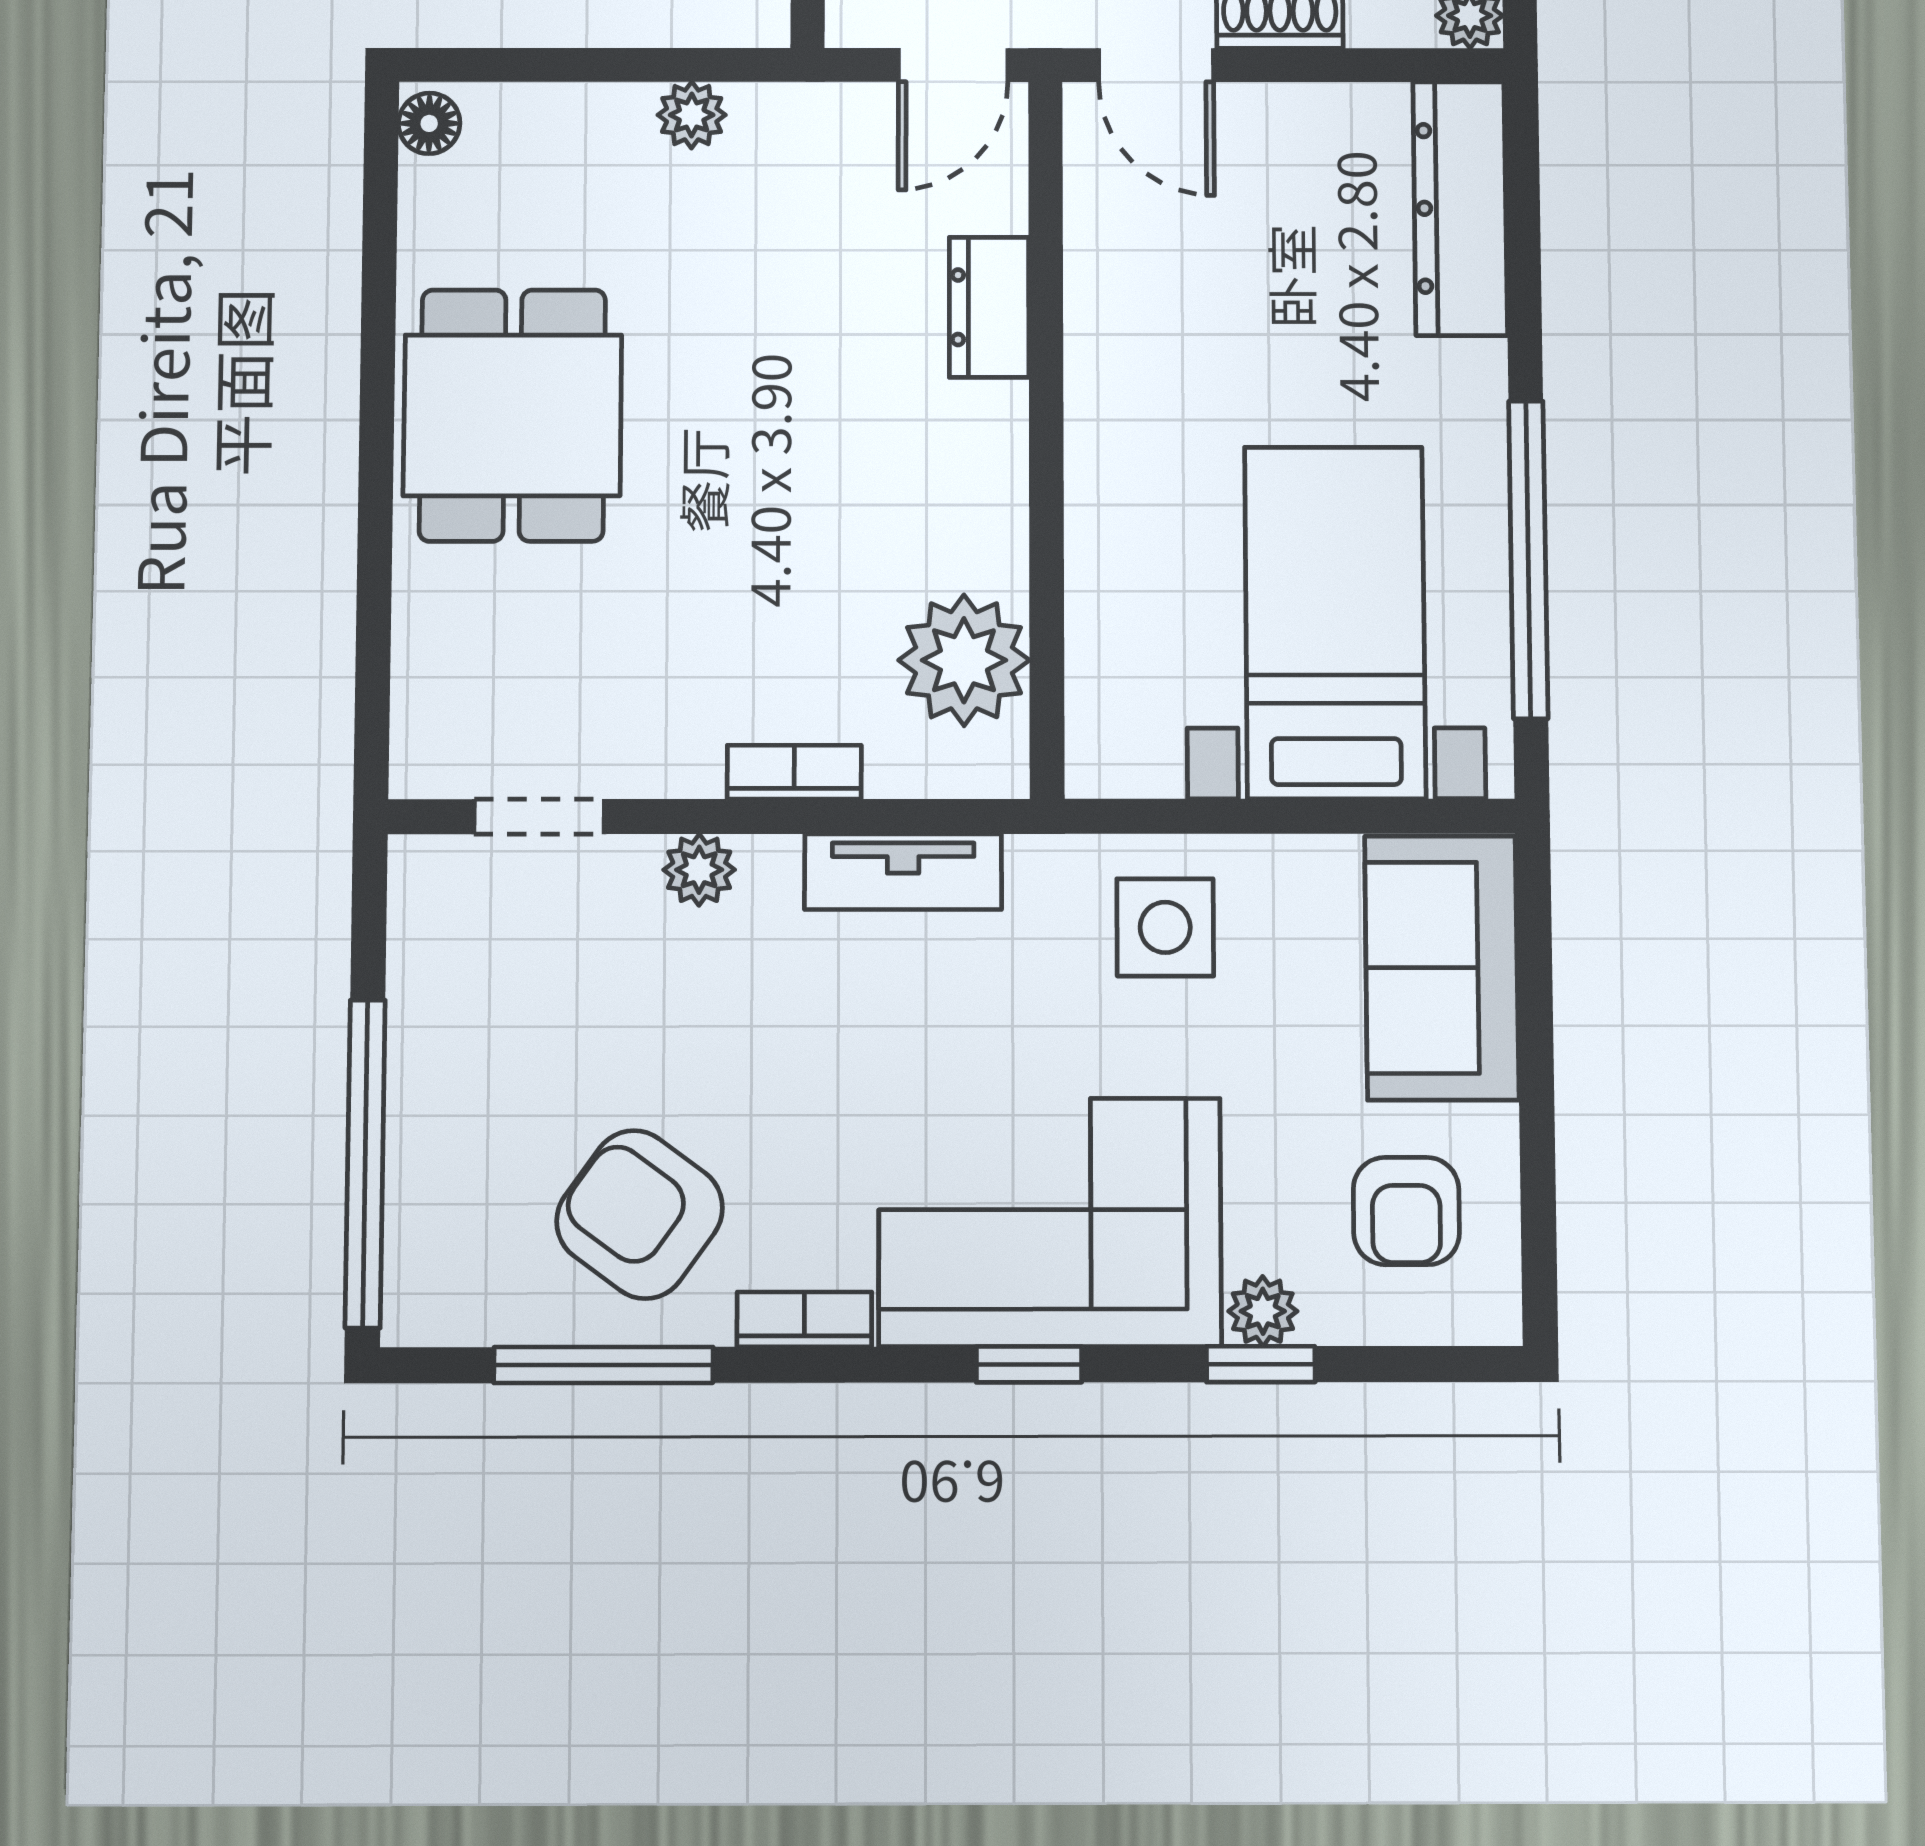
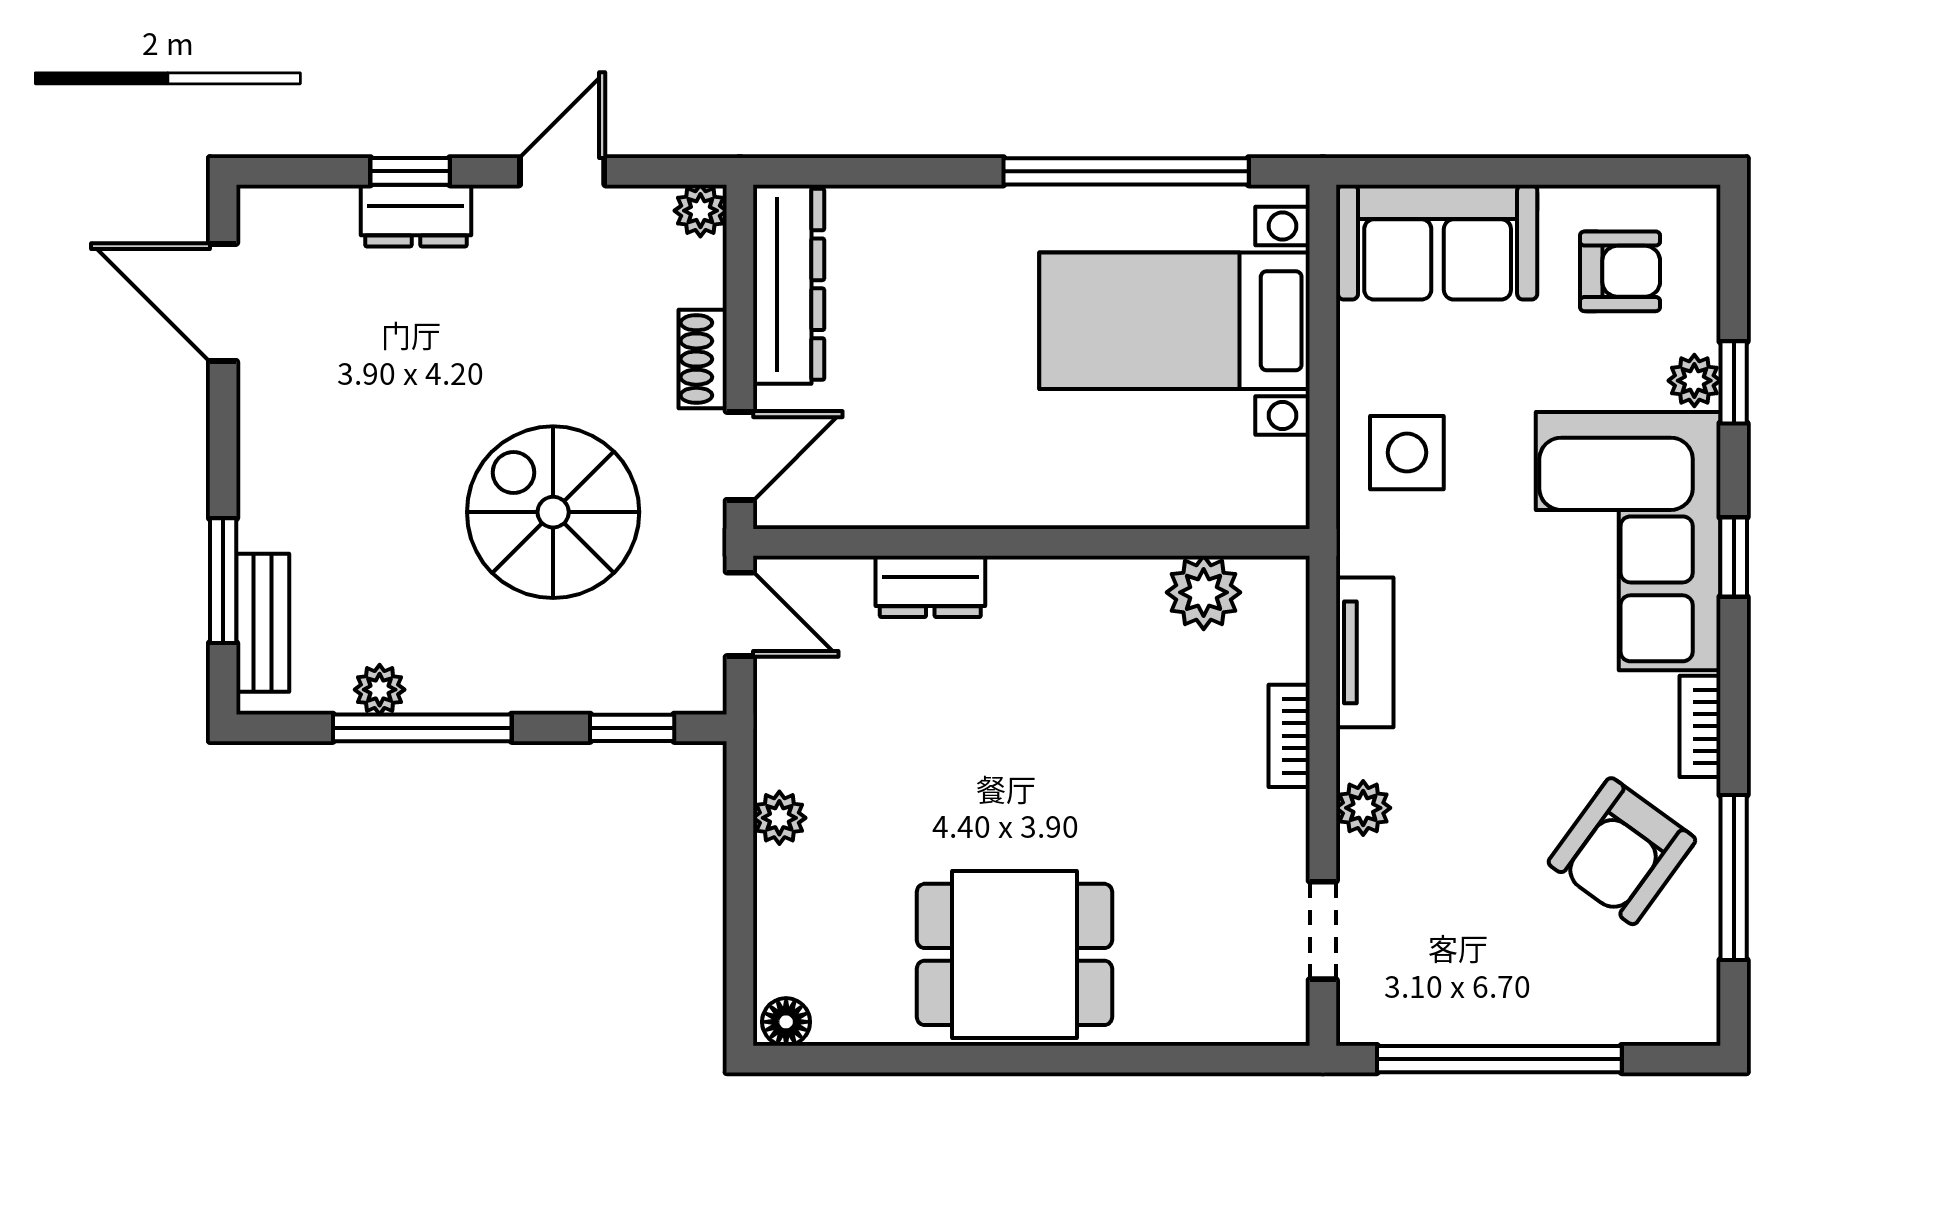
dresser: (1460, 208) -> (789, 284), moved, turned -90
plant: (964, 660) -> (1204, 592), width x0.73, depth x0.73
window: (365, 1163) -> (1499, 1059), moved

